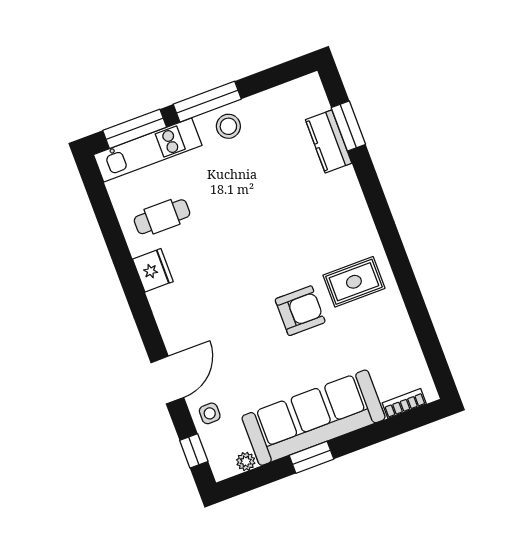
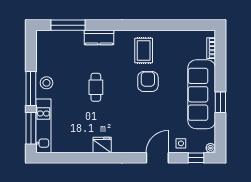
window: (348, 126) -> (68, 25), width x1.44
kitchen counter: (329, 141) -> (99, 37), moved
cafe table: (162, 217) -> (96, 87), moved
door: (167, 380) -> (157, 158), hinge flipped
plant: (246, 461) -> (211, 148), moved

